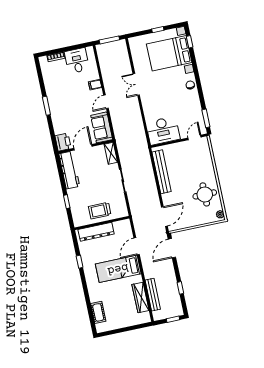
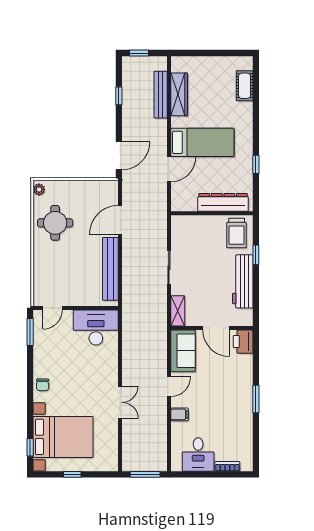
door: (83, 147) -> (216, 328), hinge flipped
workbench: (69, 170) -> (243, 281), moved
trolley: (100, 211) -> (237, 233), moved, turned 90
door: (164, 217) -> (120, 220), moved

